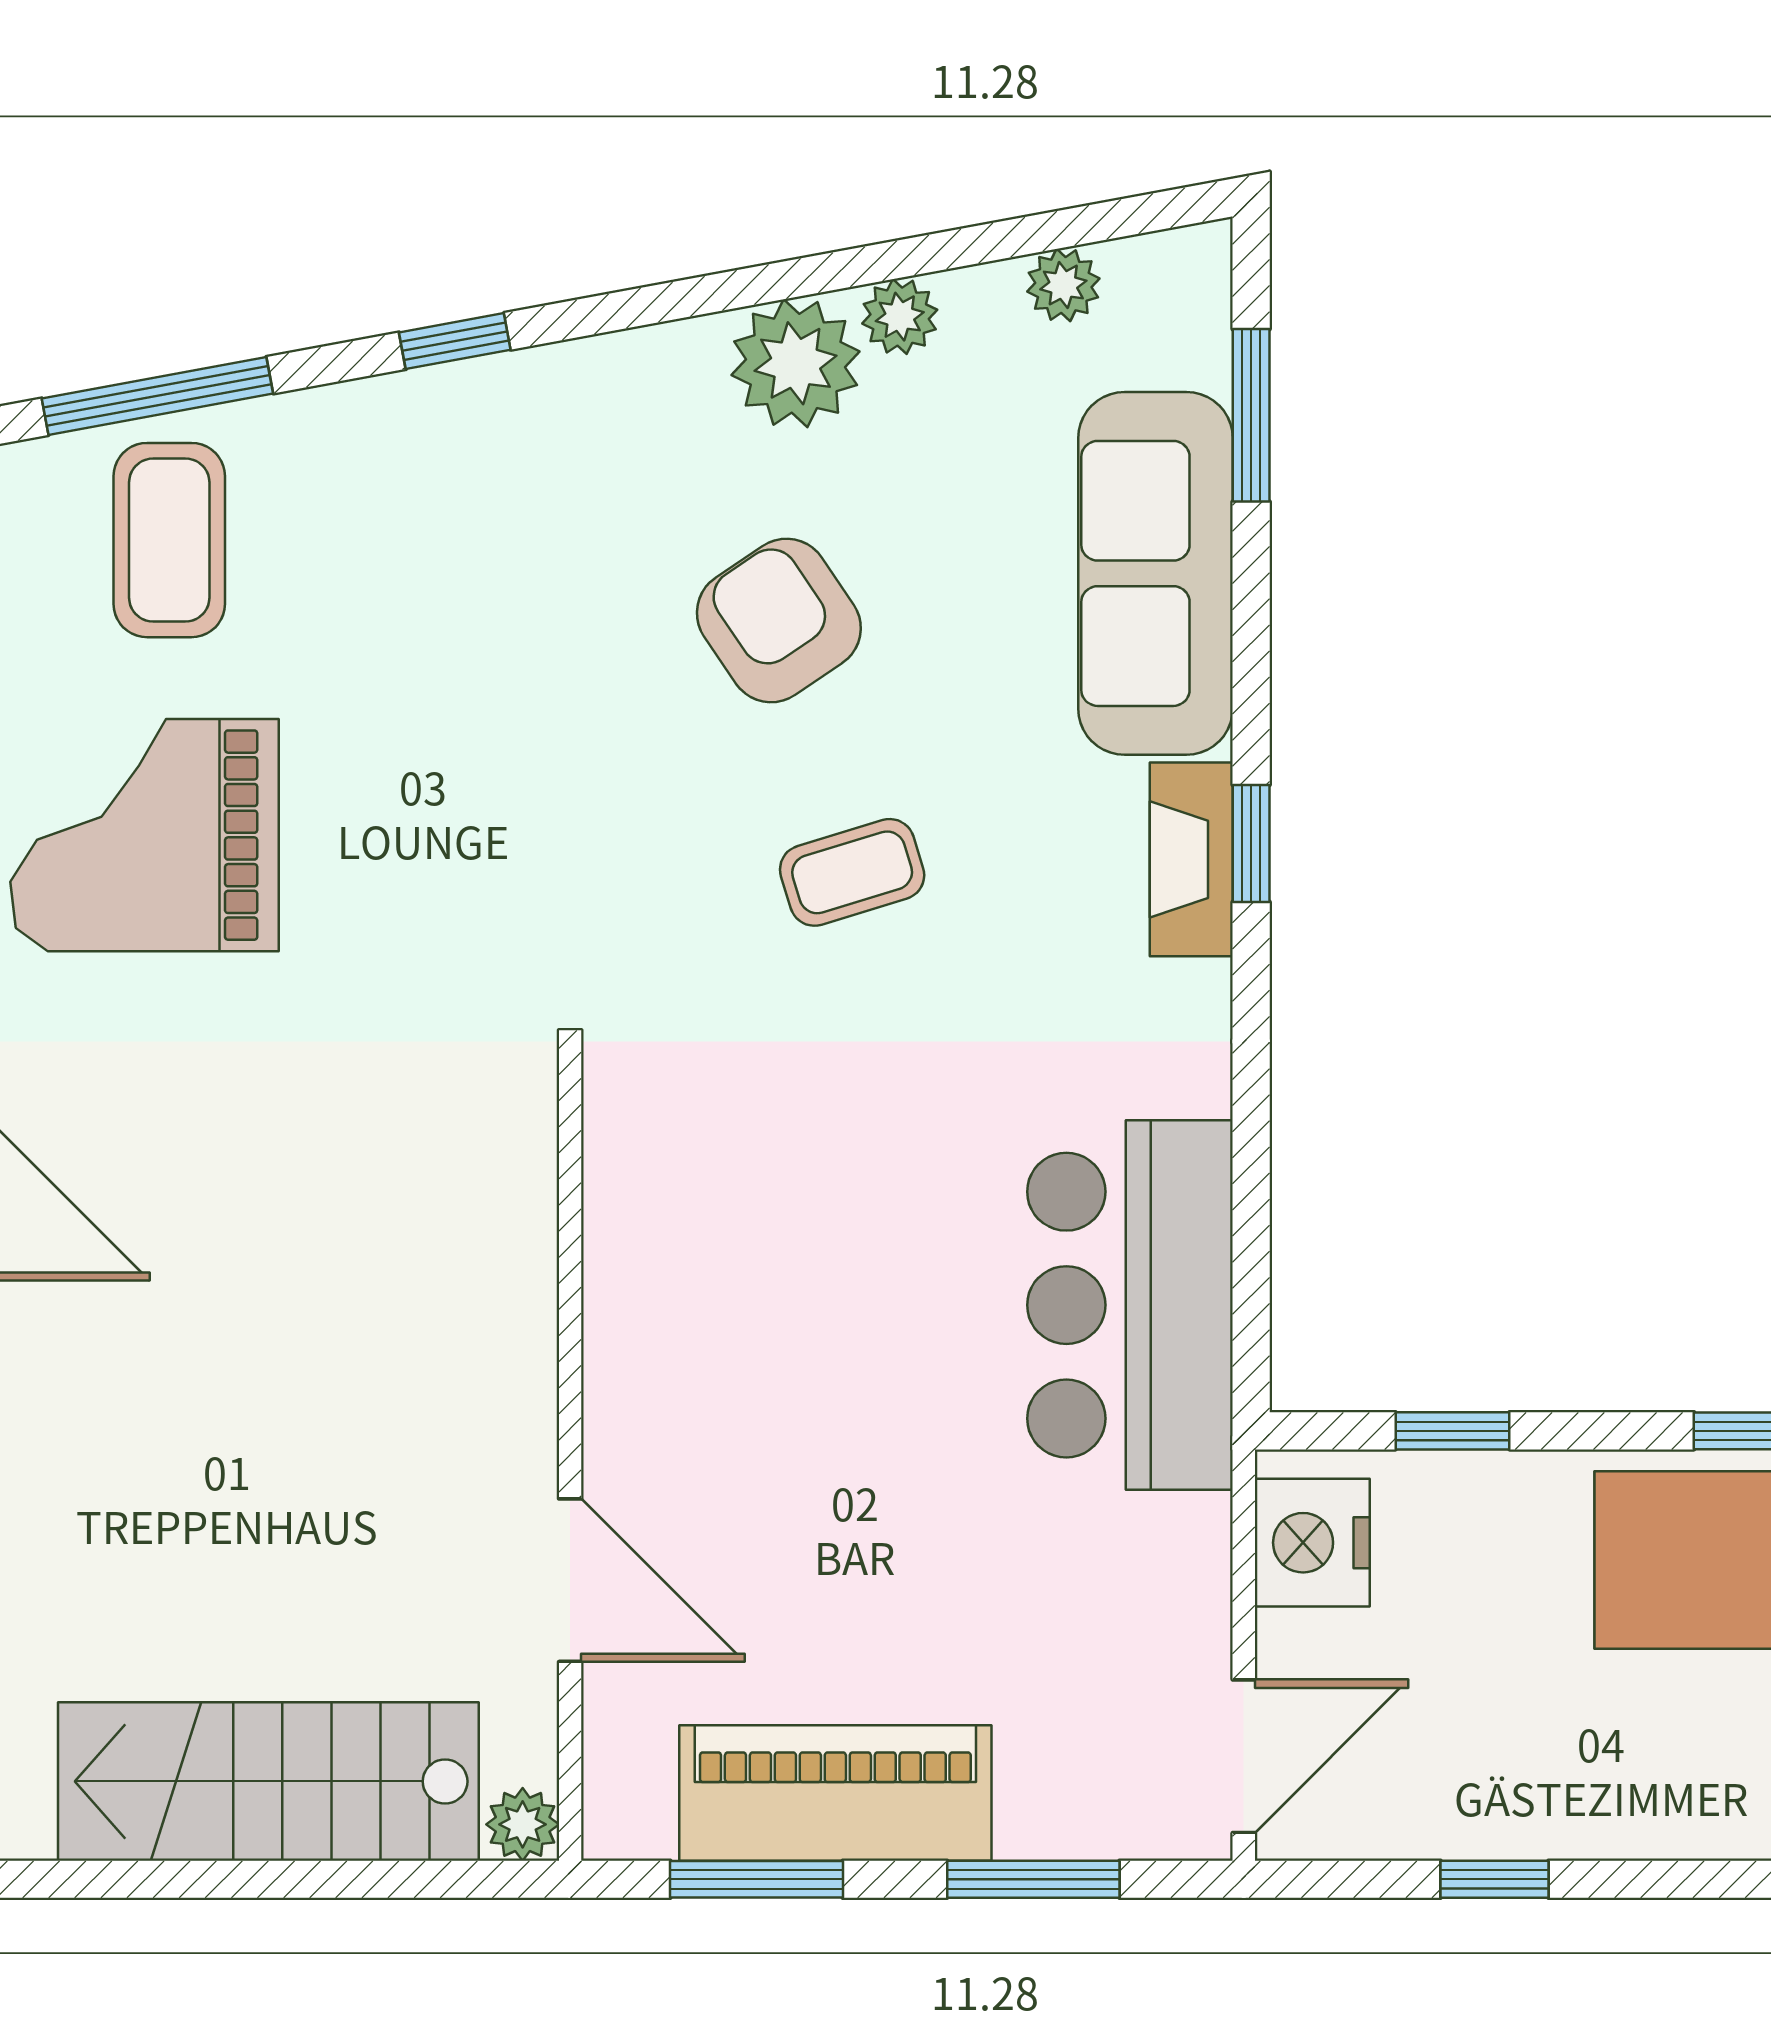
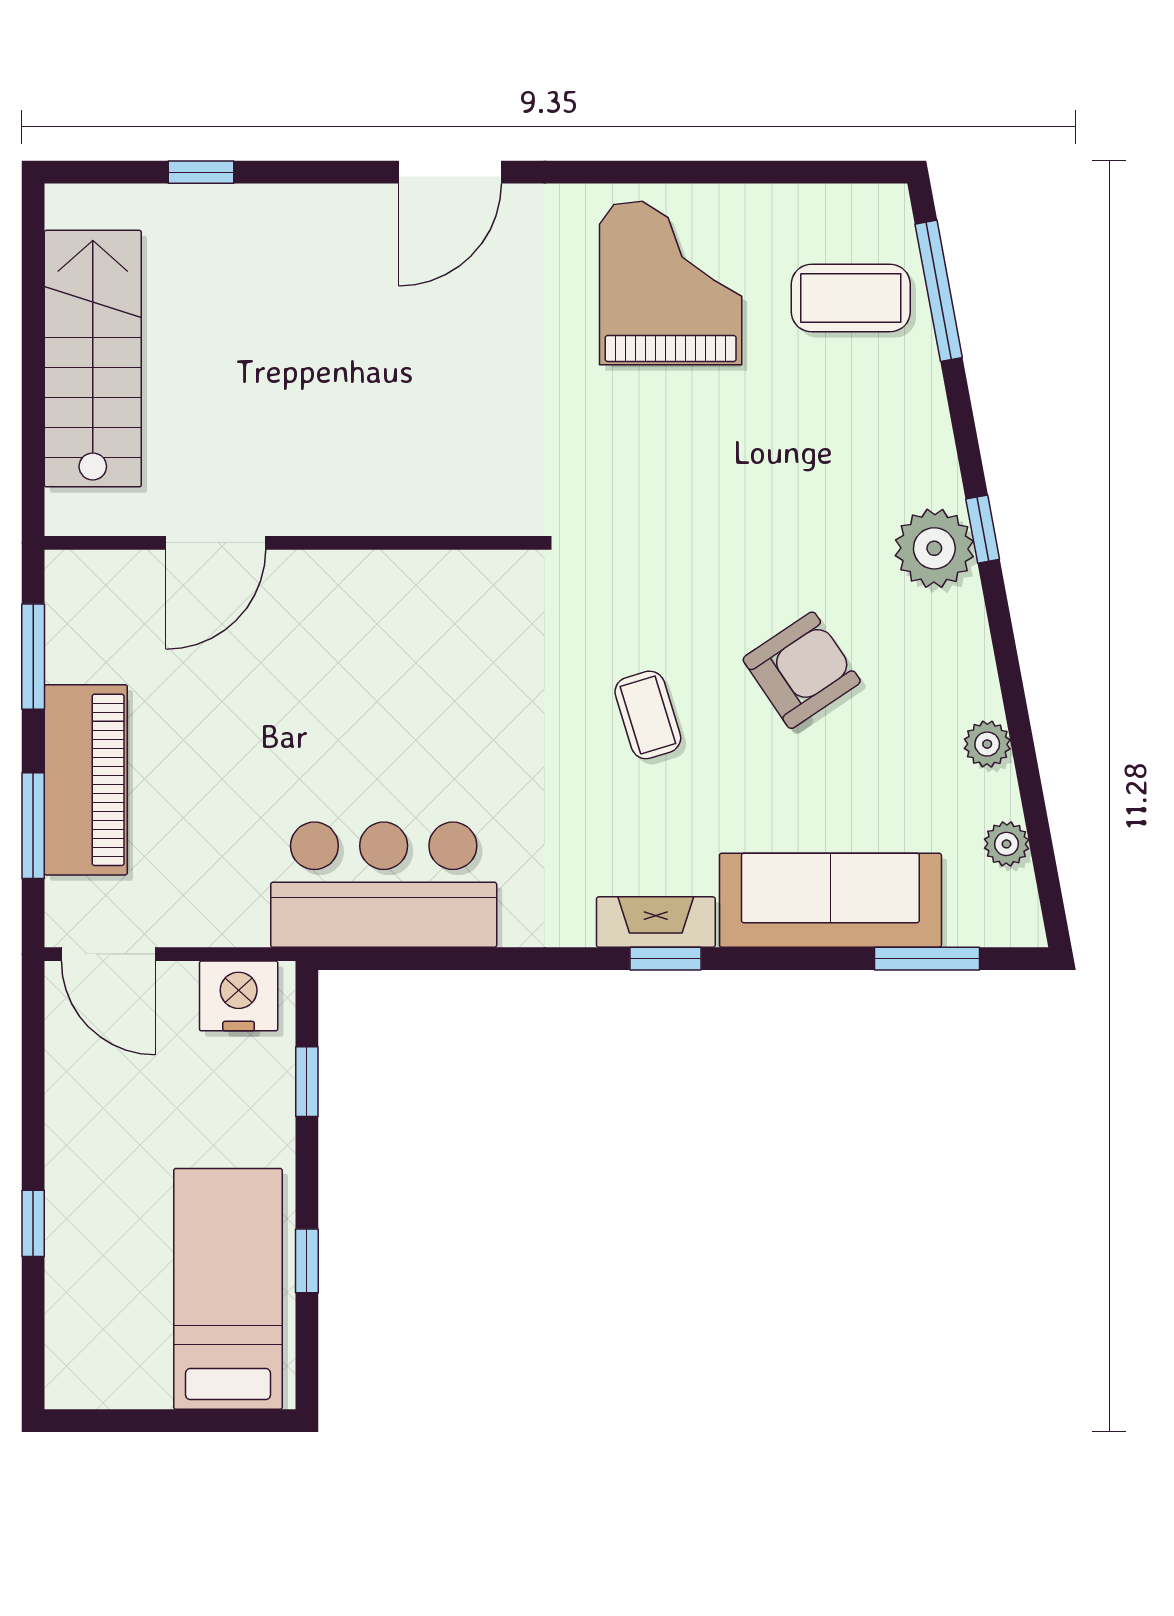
window: (455, 341) -> (983, 529), moved
plant: (796, 363) -> (934, 548), moved
piano: (835, 1793) -> (86, 780), moved
plant: (523, 1824) -> (67, 514), removed
window: (1495, 1879) -> (33, 1223), moved

